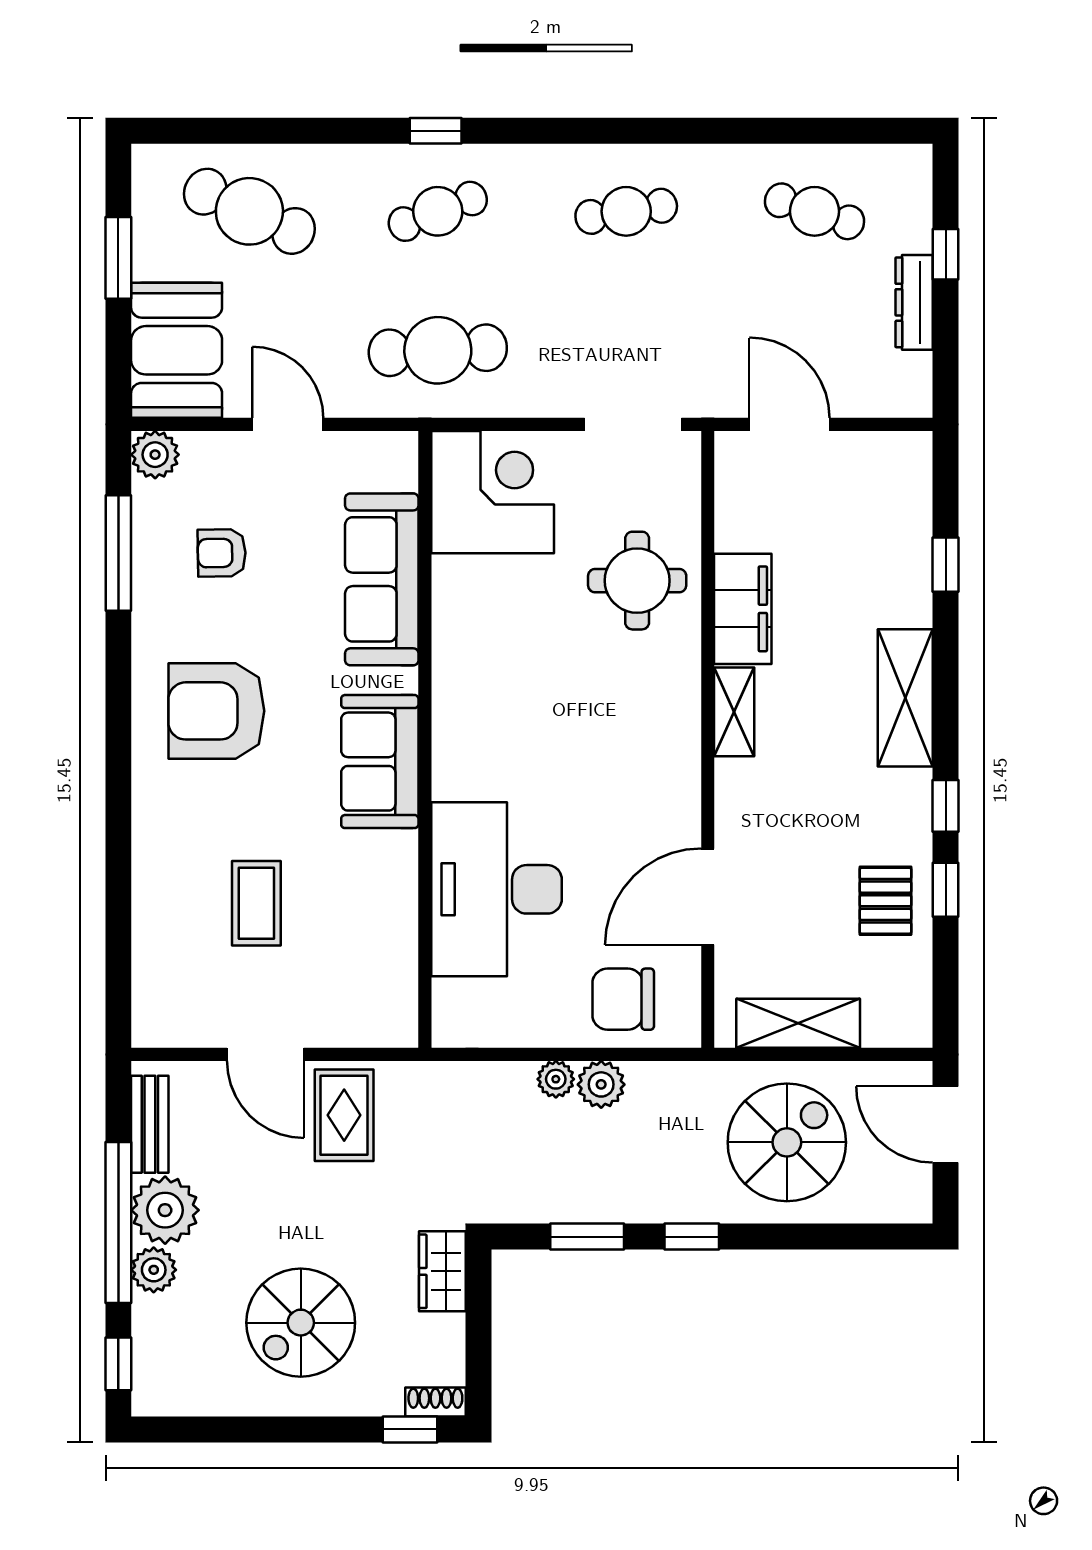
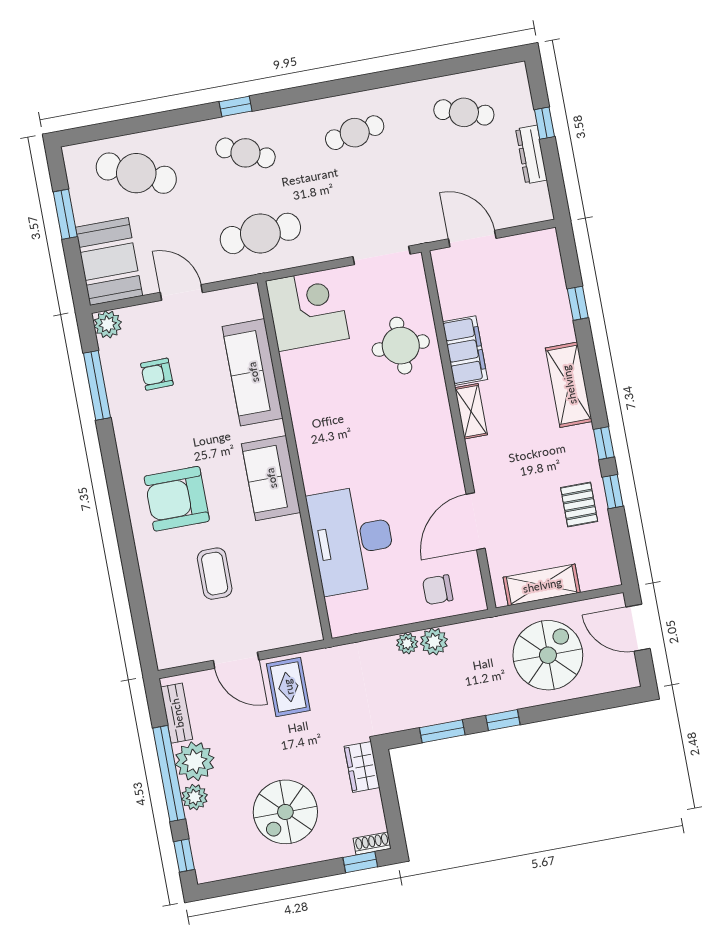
cafe table: (438, 211) -> (245, 153), turned 45
armchair: (216, 711) -> (177, 499), moved
chair: (623, 999) -> (438, 590), width x0.73, depth x0.73

